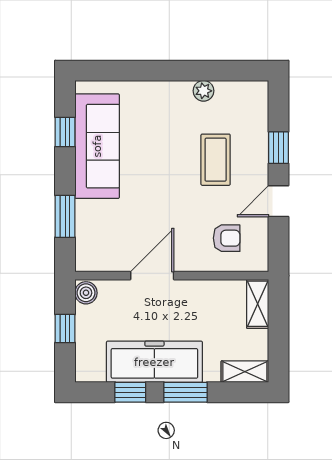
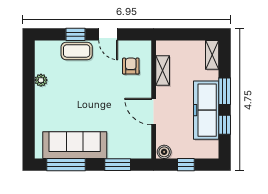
window: (65, 132) -> (66, 165), width x2.17
coffee table: (216, 160) -> (77, 51), moved
shelving: (258, 304) -> (163, 70), moved, turned 90

